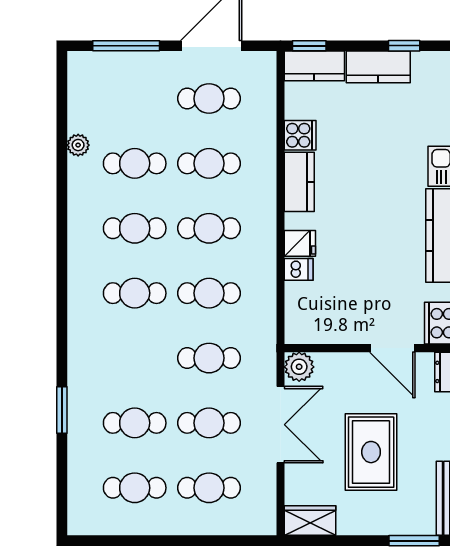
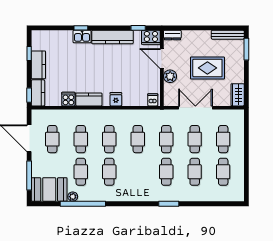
booth: (94, 91) -> (49, 189), added
window: (62, 168) -> (83, 204), added
dishwasher: (299, 269) -> (153, 100), moved
cafe table: (135, 293) -> (166, 172), moved
door: (392, 348) -> (162, 59), swing flipped
plant: (299, 367) -> (170, 76), moved
window: (62, 410) -> (169, 204), moved

